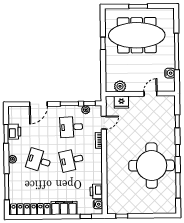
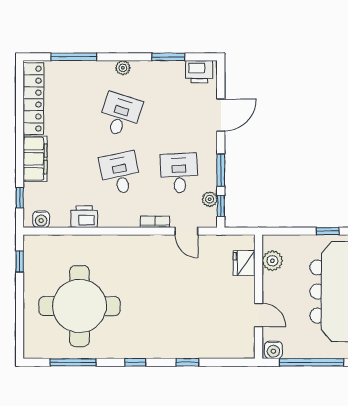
plant: (120, 86) -> (272, 261), moved
wall: (140, 94) -> (259, 297), moved
door: (150, 94) -> (259, 315), moved
fridge: (121, 102) -> (244, 263), moved
door: (38, 104) -> (221, 115), swing flipped
printer: (14, 132) -> (199, 72), moved
round table: (152, 166) -> (80, 306), moved
printer: (96, 191) -> (84, 217), moved

